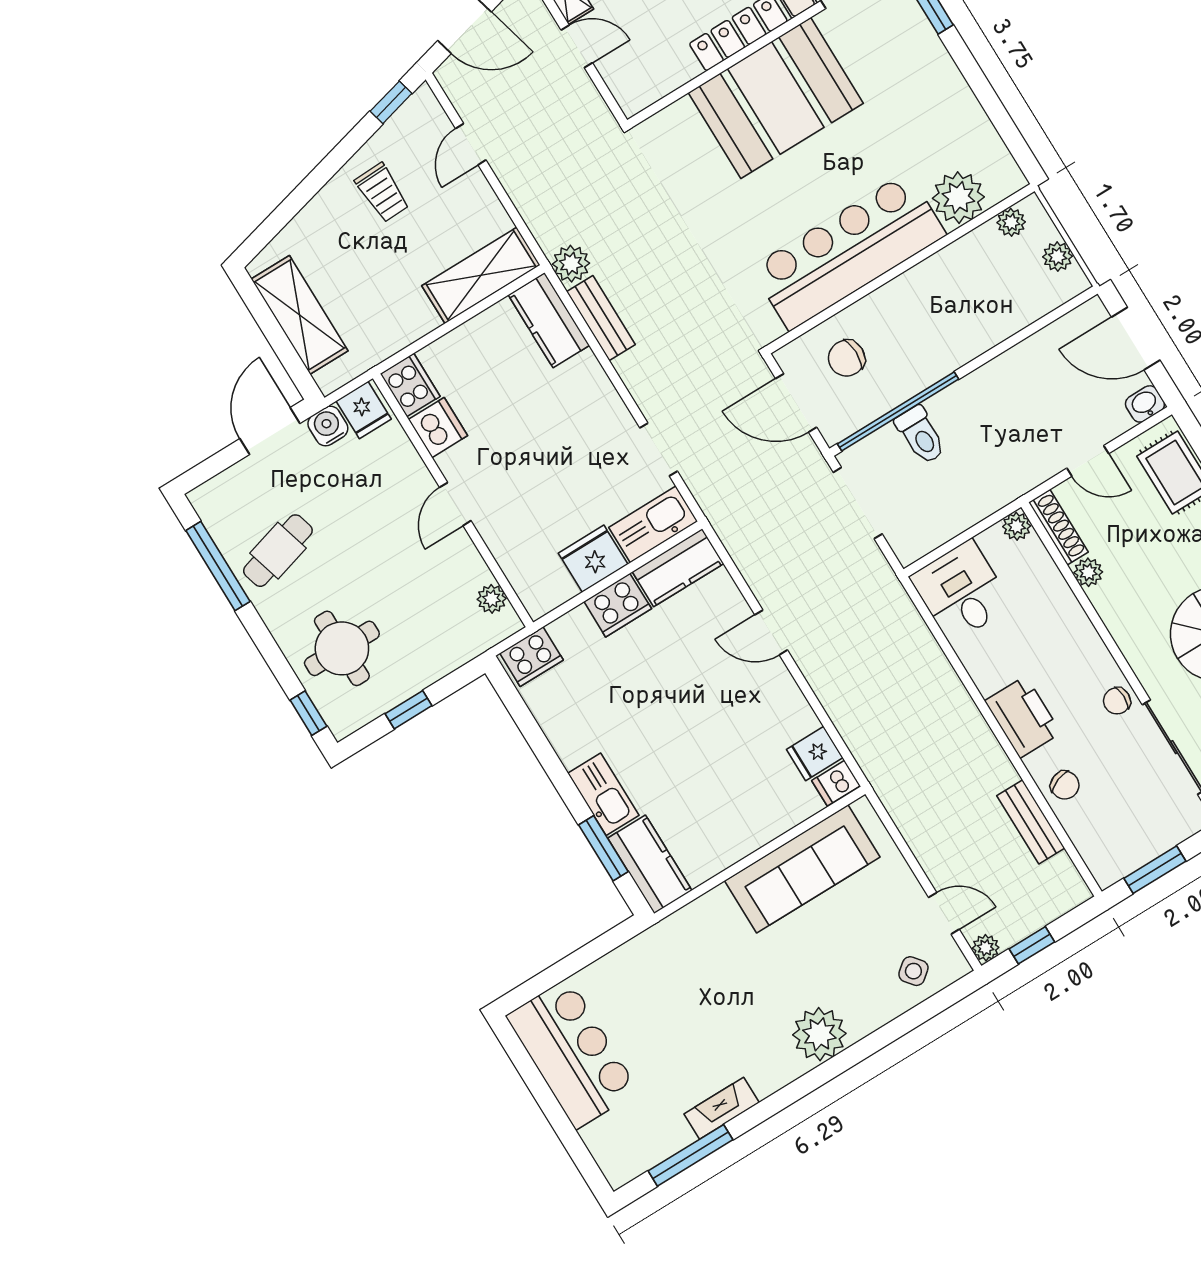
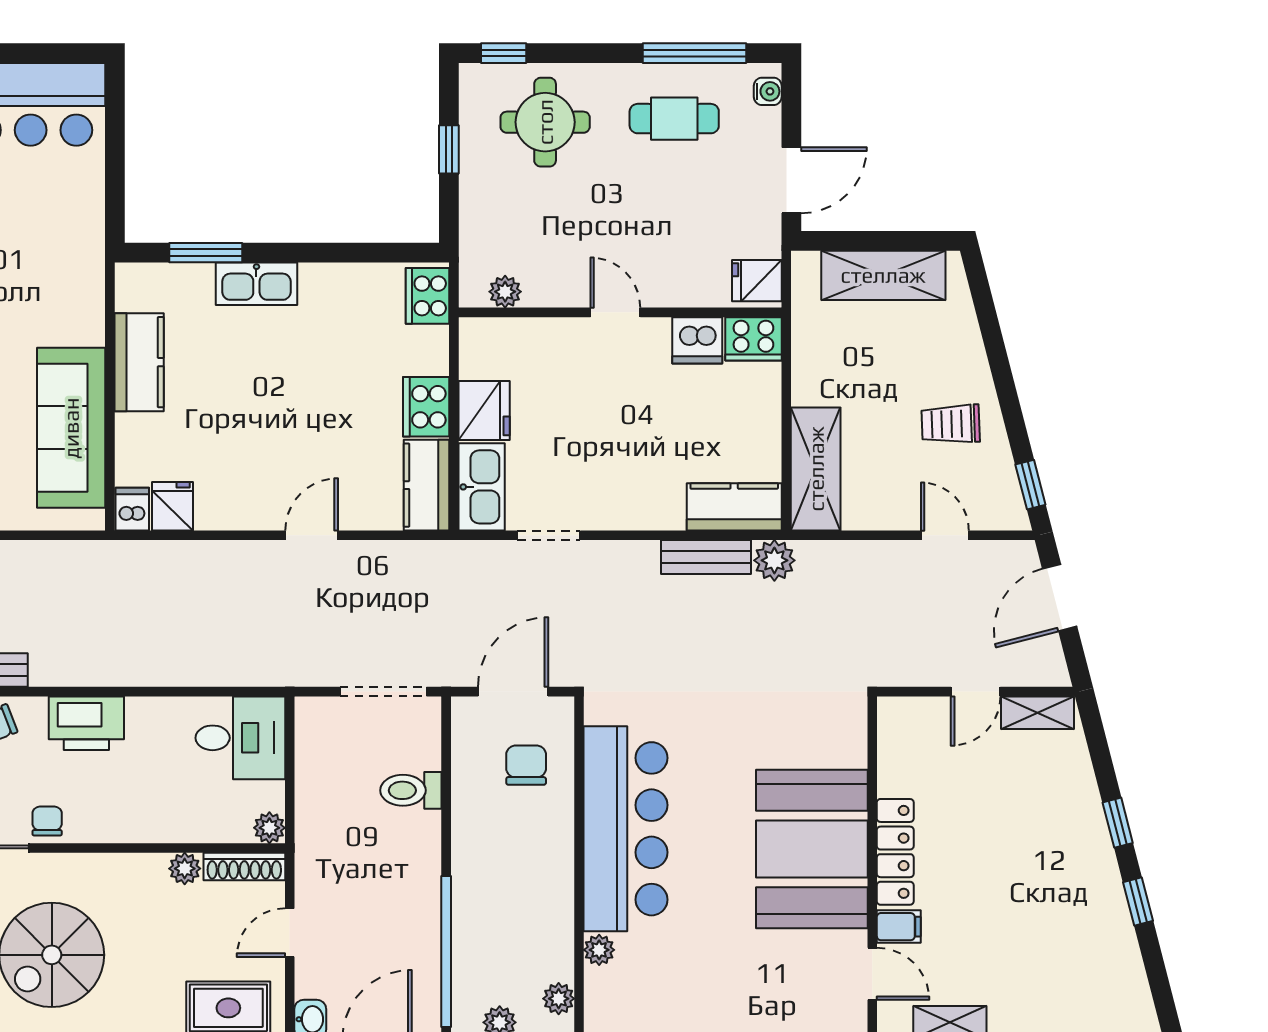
plant: (958, 198) -> (599, 950), width x0.53, depth x0.53
window: (898, 411) -> (446, 951), moved
water cooler: (328, 426) -> (768, 91), moved, width x0.72, depth x0.72
door: (270, 431) -> (791, 180), hinge flipped
cafe table: (278, 551) -> (674, 119), turned -74
kitchen counter: (650, 864) -> (139, 362), moved, turned -90

